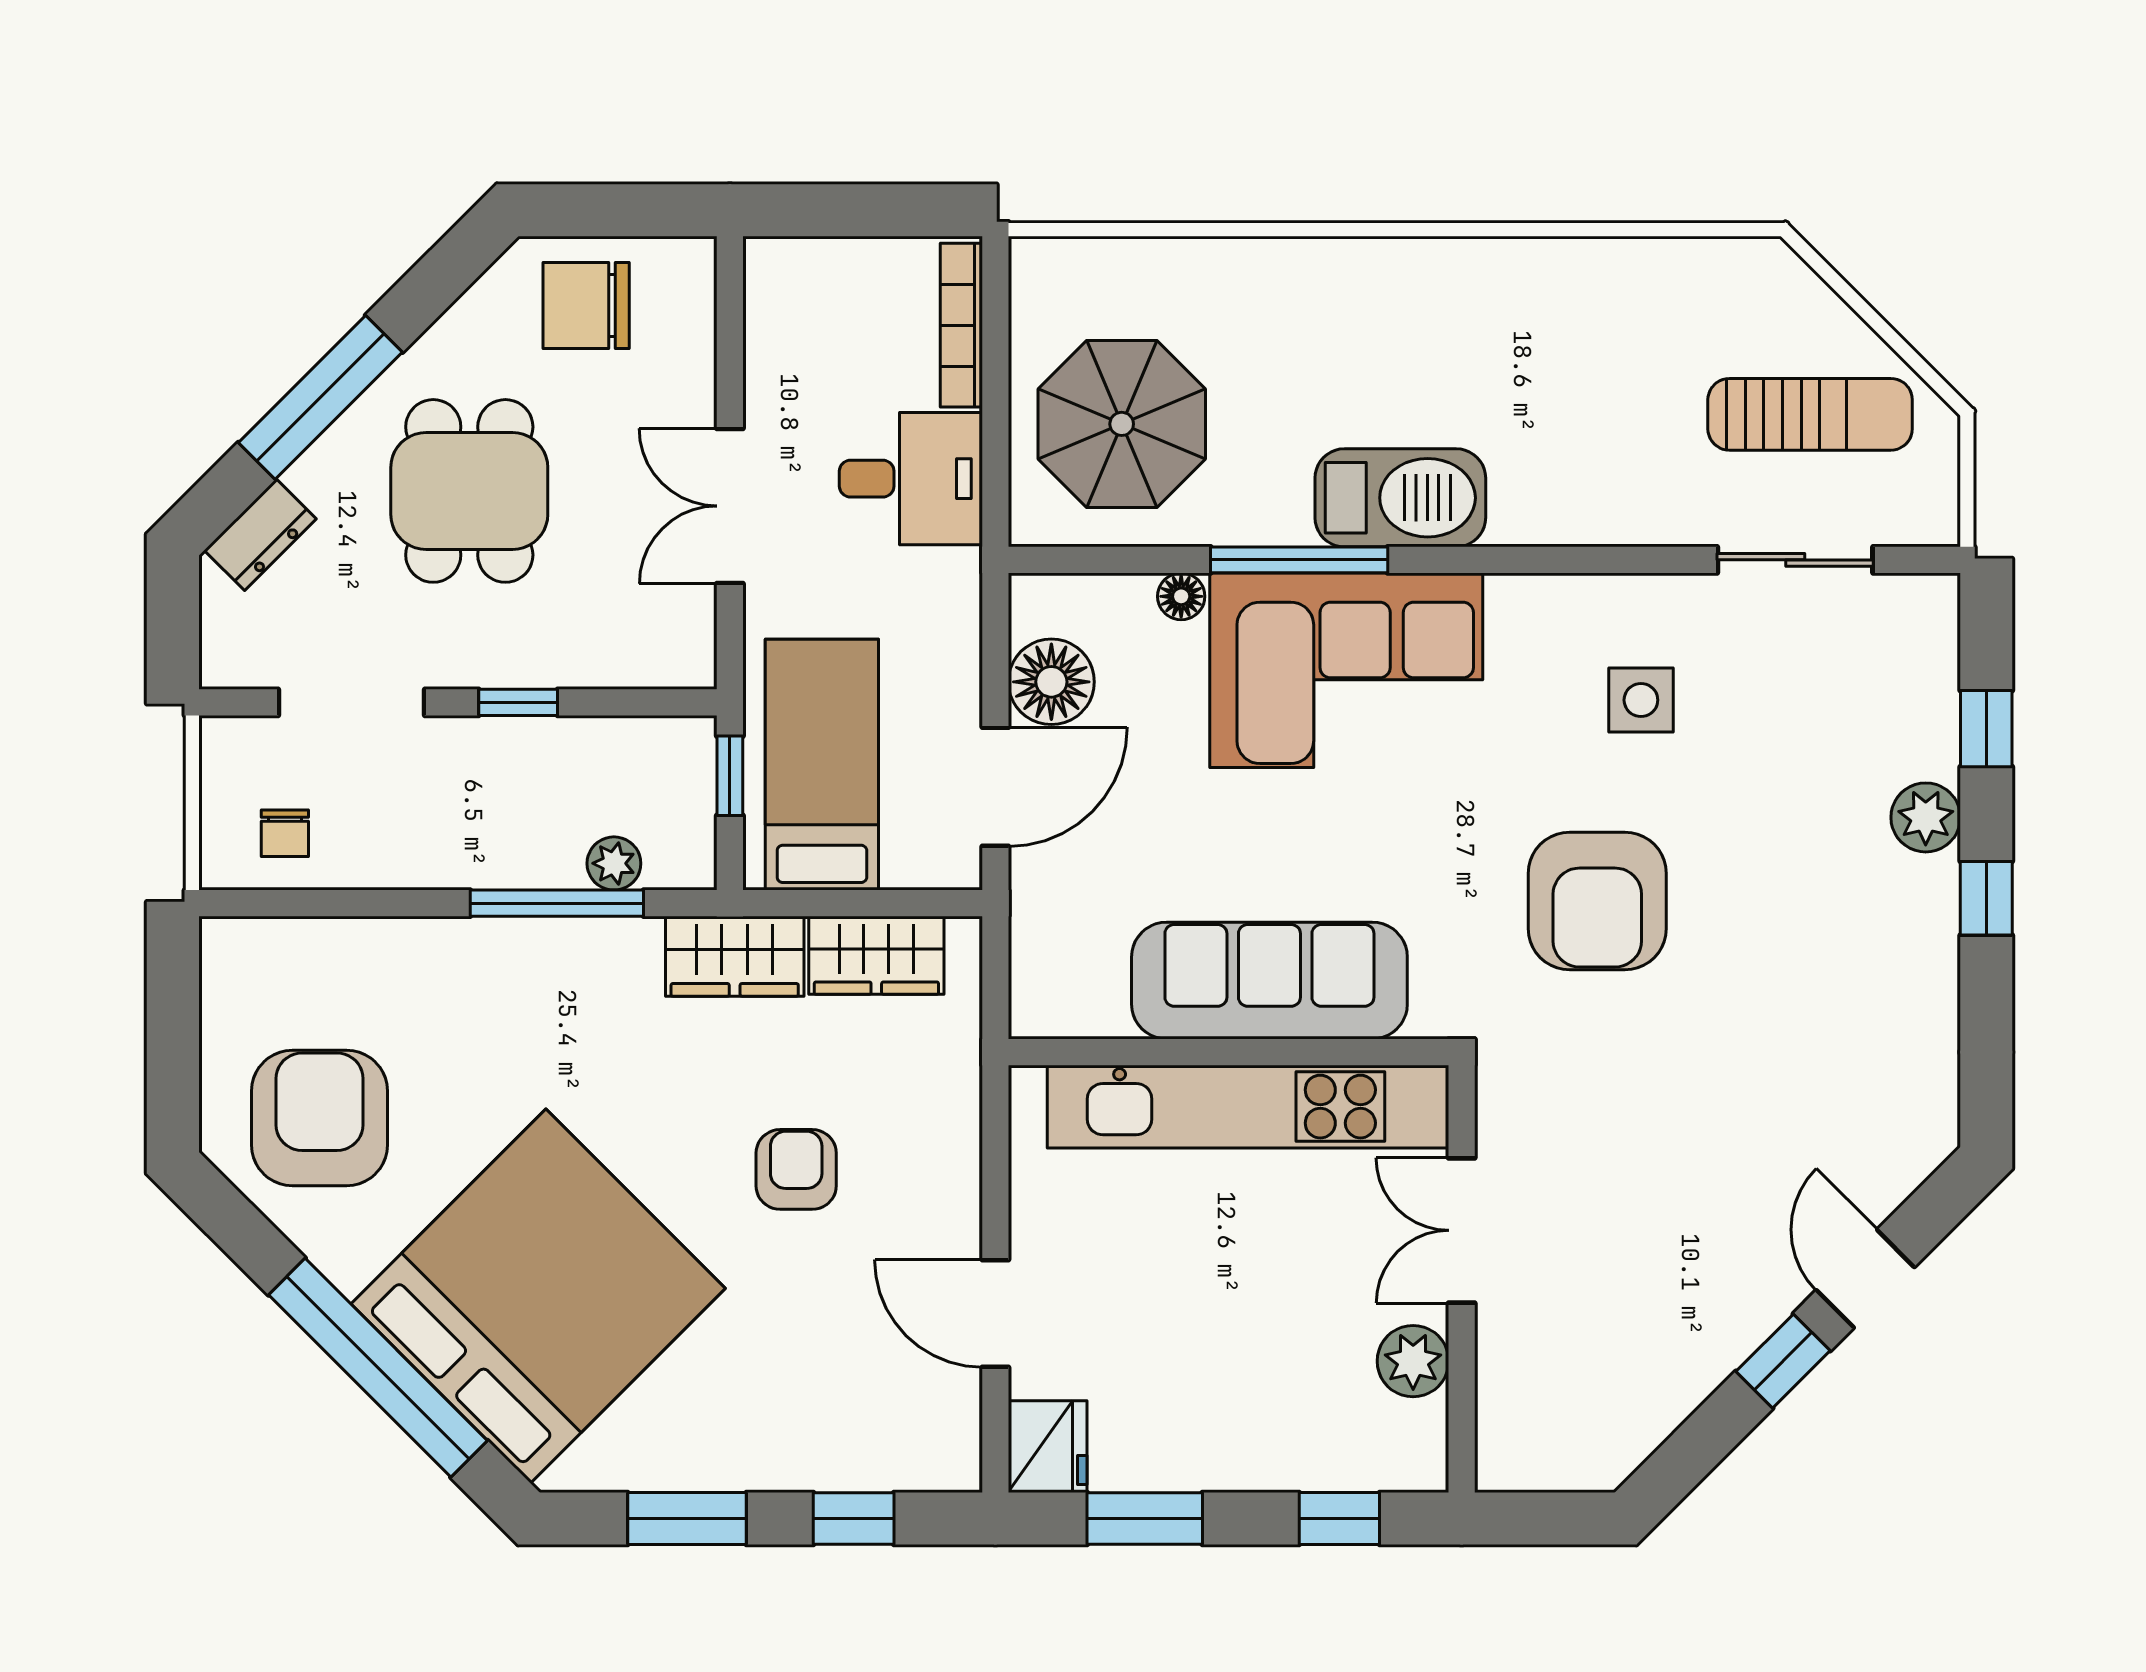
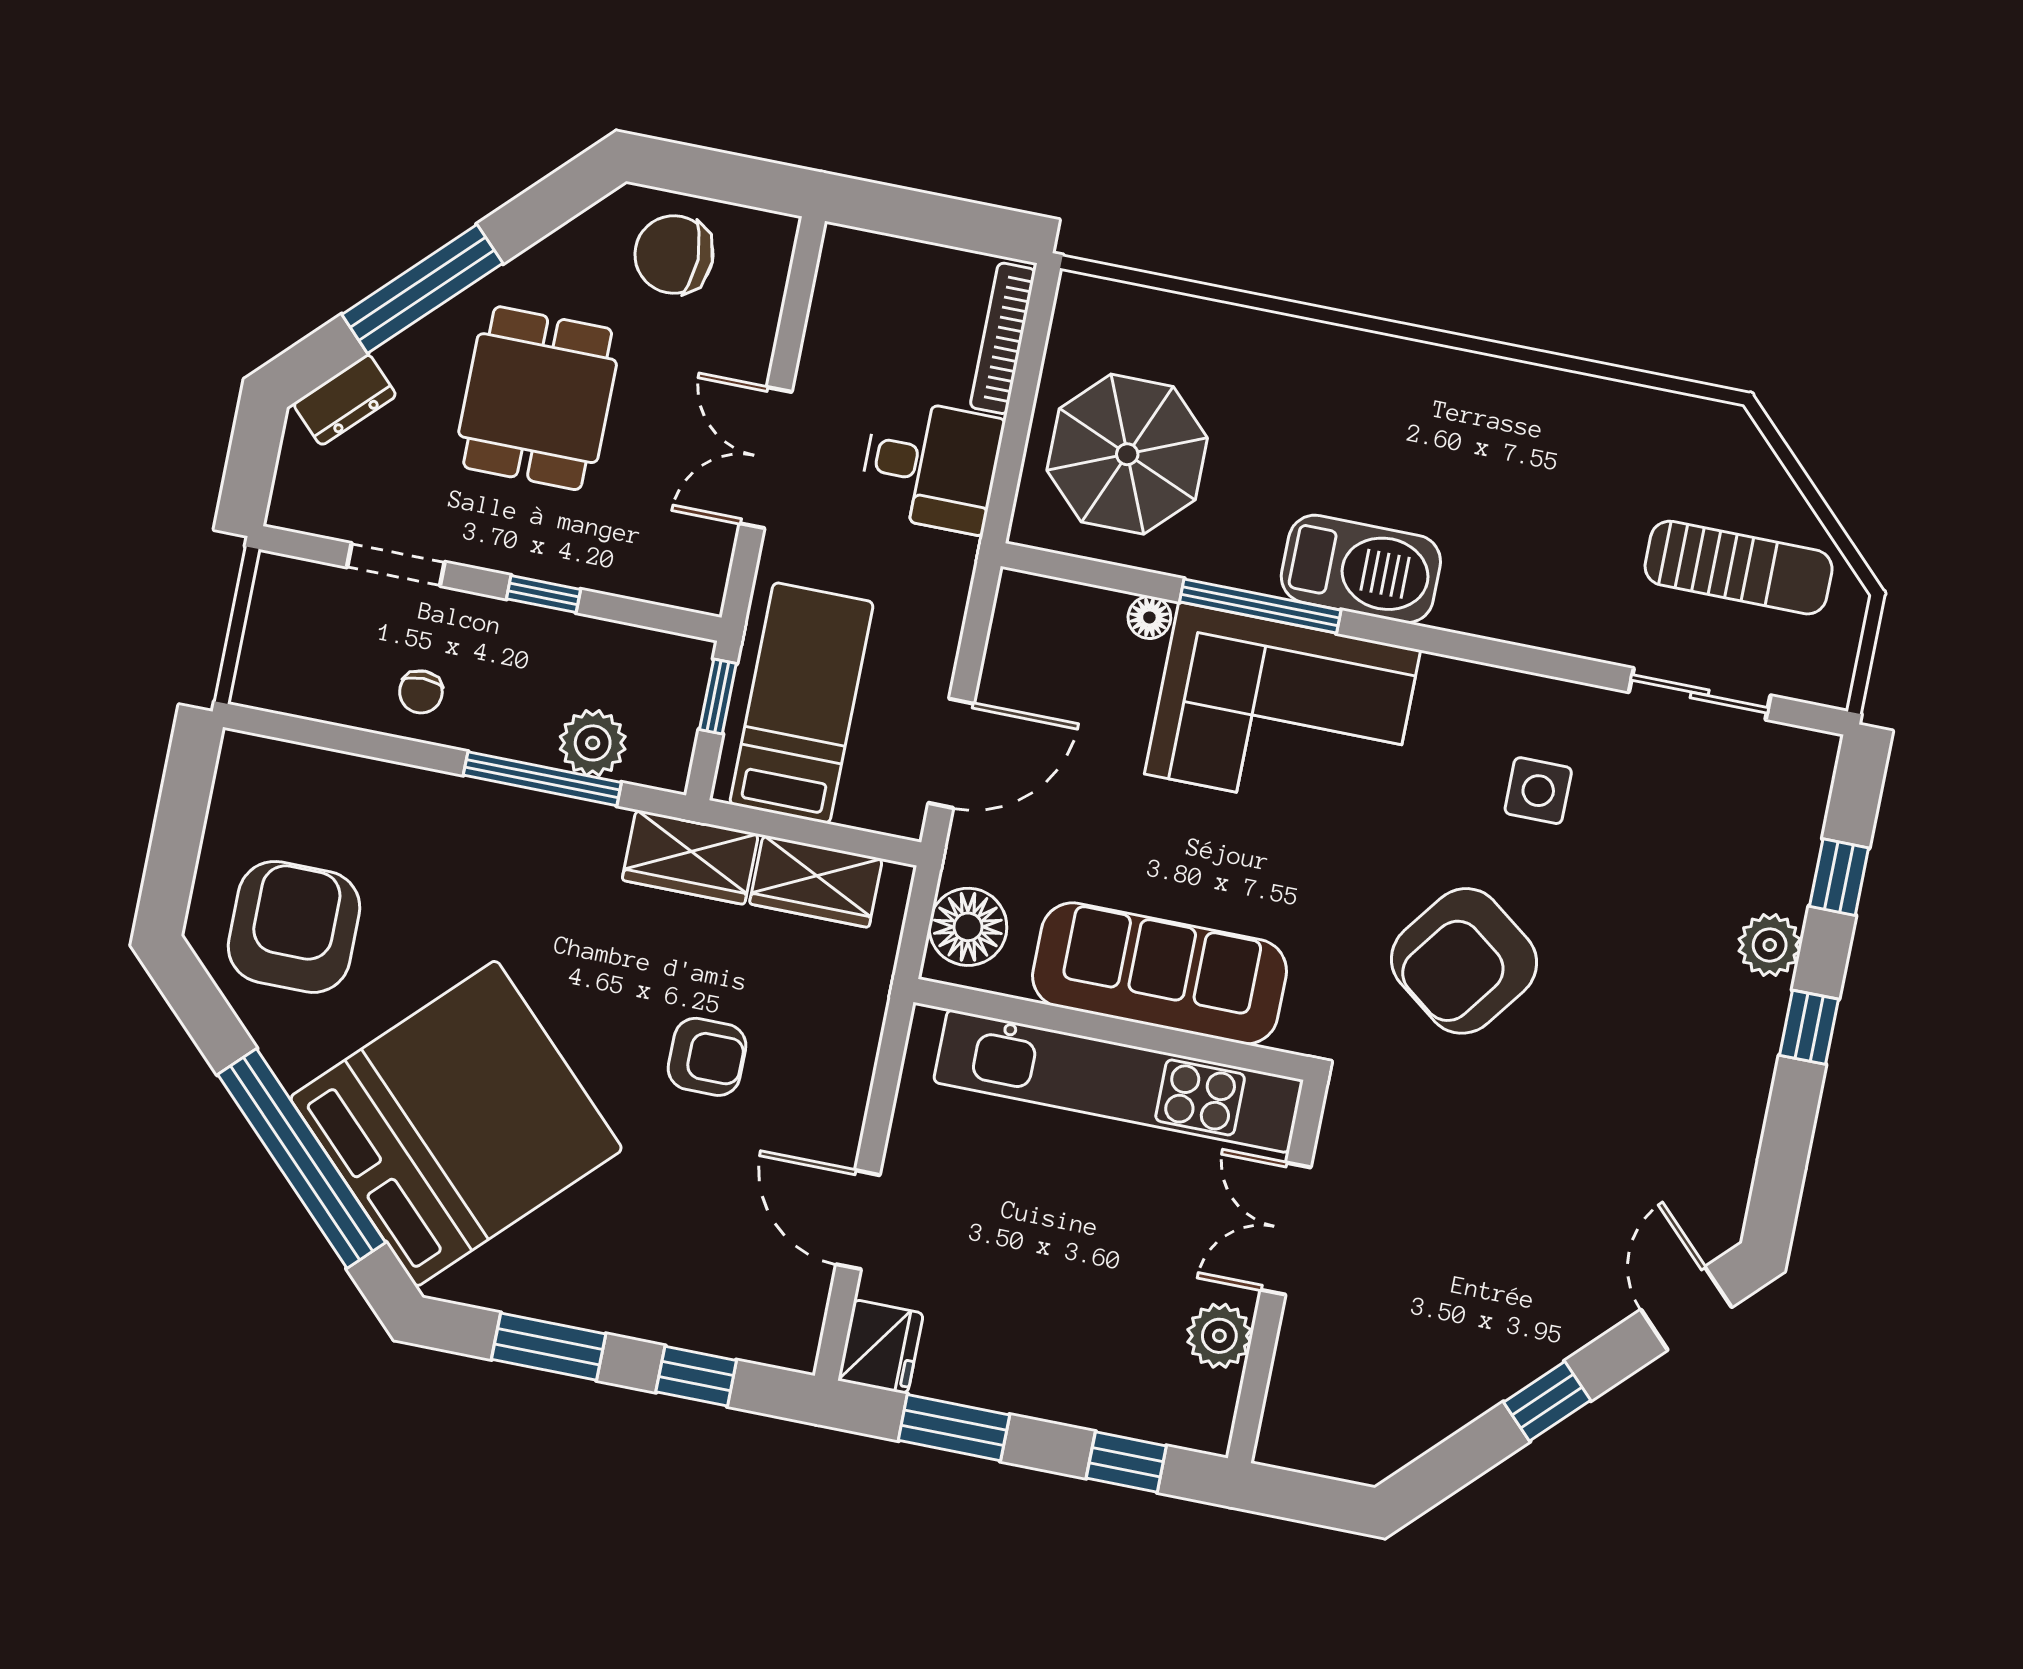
floor lamp: (1051, 682) -> (968, 927), moved
doorway: (351, 702) -> (396, 565), width x0.73
chair: (285, 833) -> (421, 692), moved
plant: (614, 863) -> (593, 743), width x1.38, depth x1.38
armchair: (1597, 901) -> (1464, 961), turned 37
armchair: (796, 1169) -> (707, 1057), turned 90
door: (1865, 1279) -> (1686, 1308), moved

